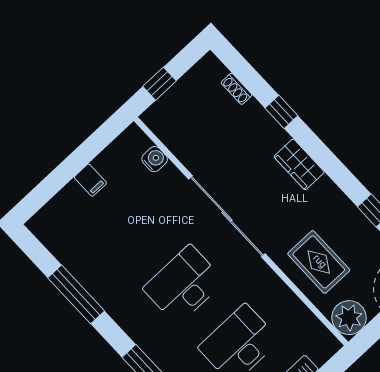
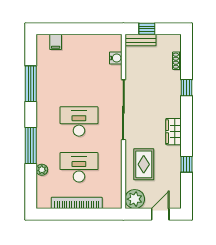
bench: (165, 106) -> (140, 40), added
wardrobe: (299, 164) -> (173, 132), moved
filing cabinet: (90, 180) -> (56, 42), moved

